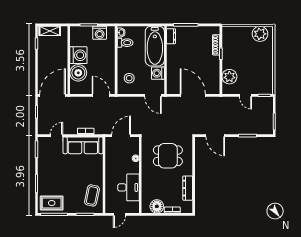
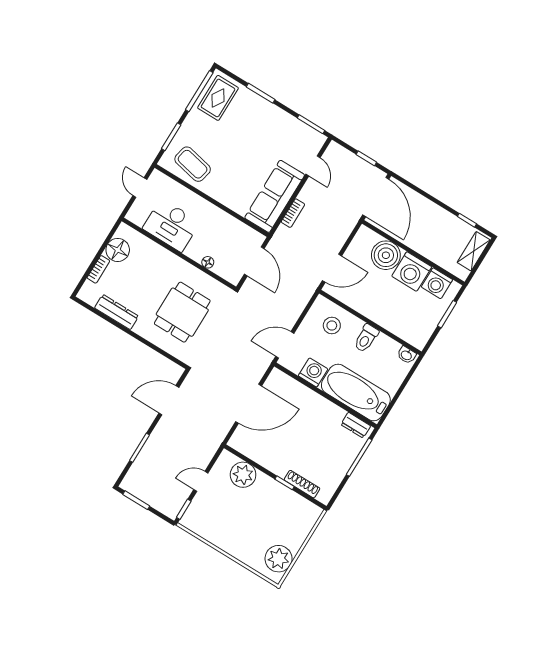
washing machine: (100, 33) -> (437, 283), moved, turned -90
toilet: (125, 43) -> (366, 338), moved

